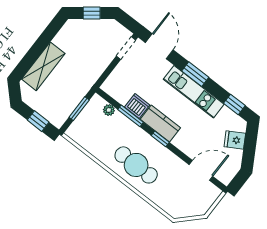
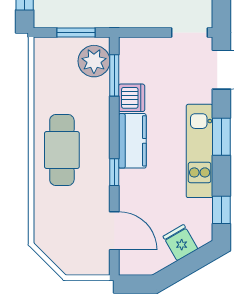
plant: (109, 110) -> (94, 61), width x1.88, depth x1.88
window: (131, 116) -> (114, 75), moved
window: (160, 139) -> (114, 172), moved

